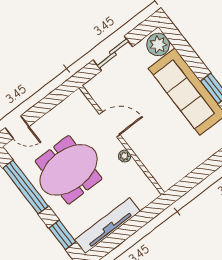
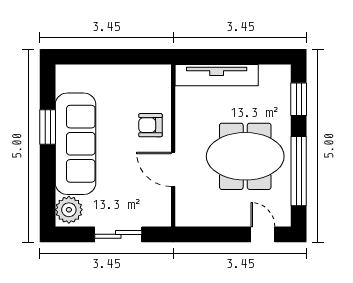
armchair: (147, 142) -> (150, 125), added
plant: (125, 156) -> (182, 128), removed
tv unit: (107, 226) -> (217, 75), moved

